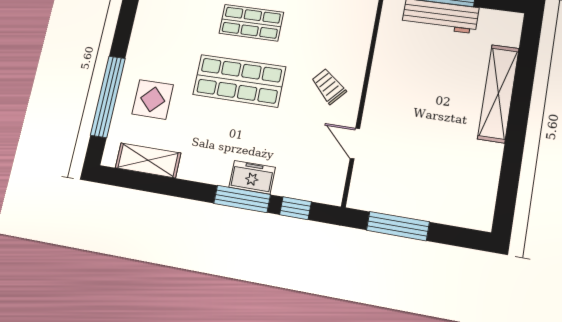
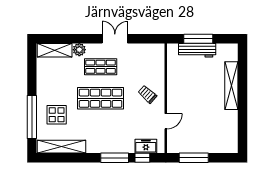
door: (355, 143) -> (166, 121), swing flipped
shelving: (148, 160) -> (61, 147), width x1.47
freezer: (252, 177) -> (146, 146), moved

